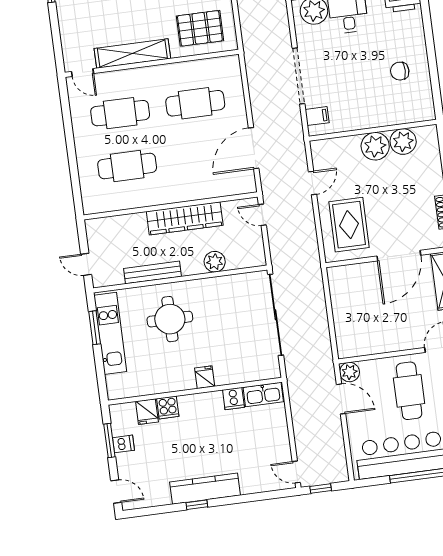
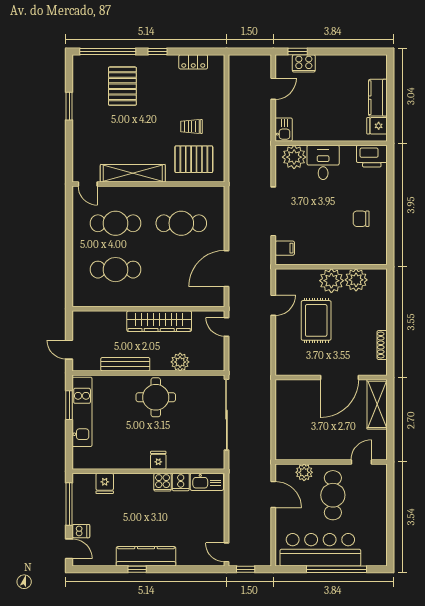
rug: (349, 225) -> (316, 320), moved
round table: (170, 319) -> (156, 397), moved
plant: (350, 372) -> (304, 472), moved
cooker: (168, 407) -> (163, 482), moved
window: (109, 440) -> (69, 504), width x1.44
dishwasher: (124, 444) -> (81, 531), moved

